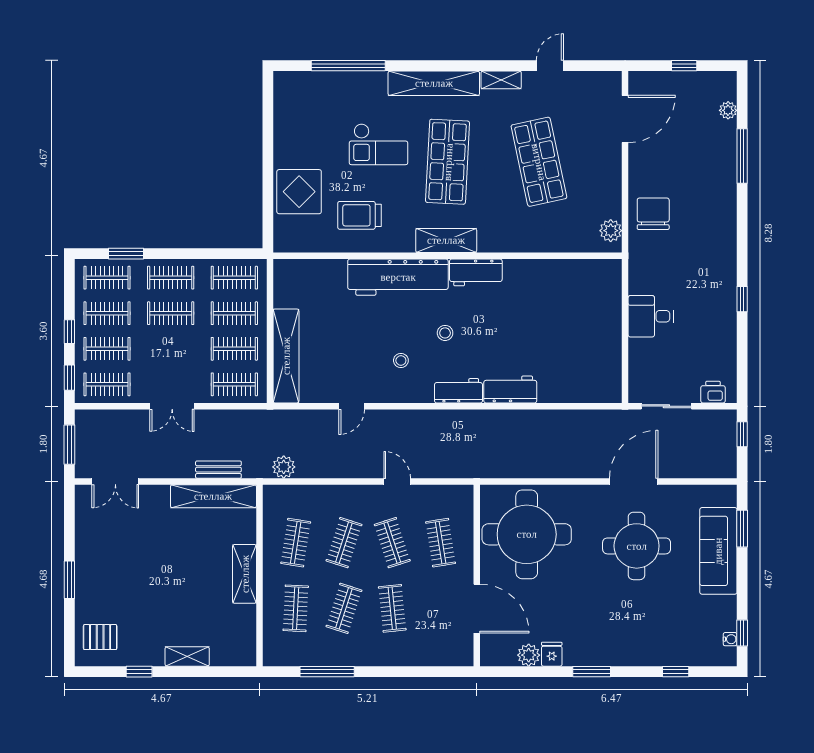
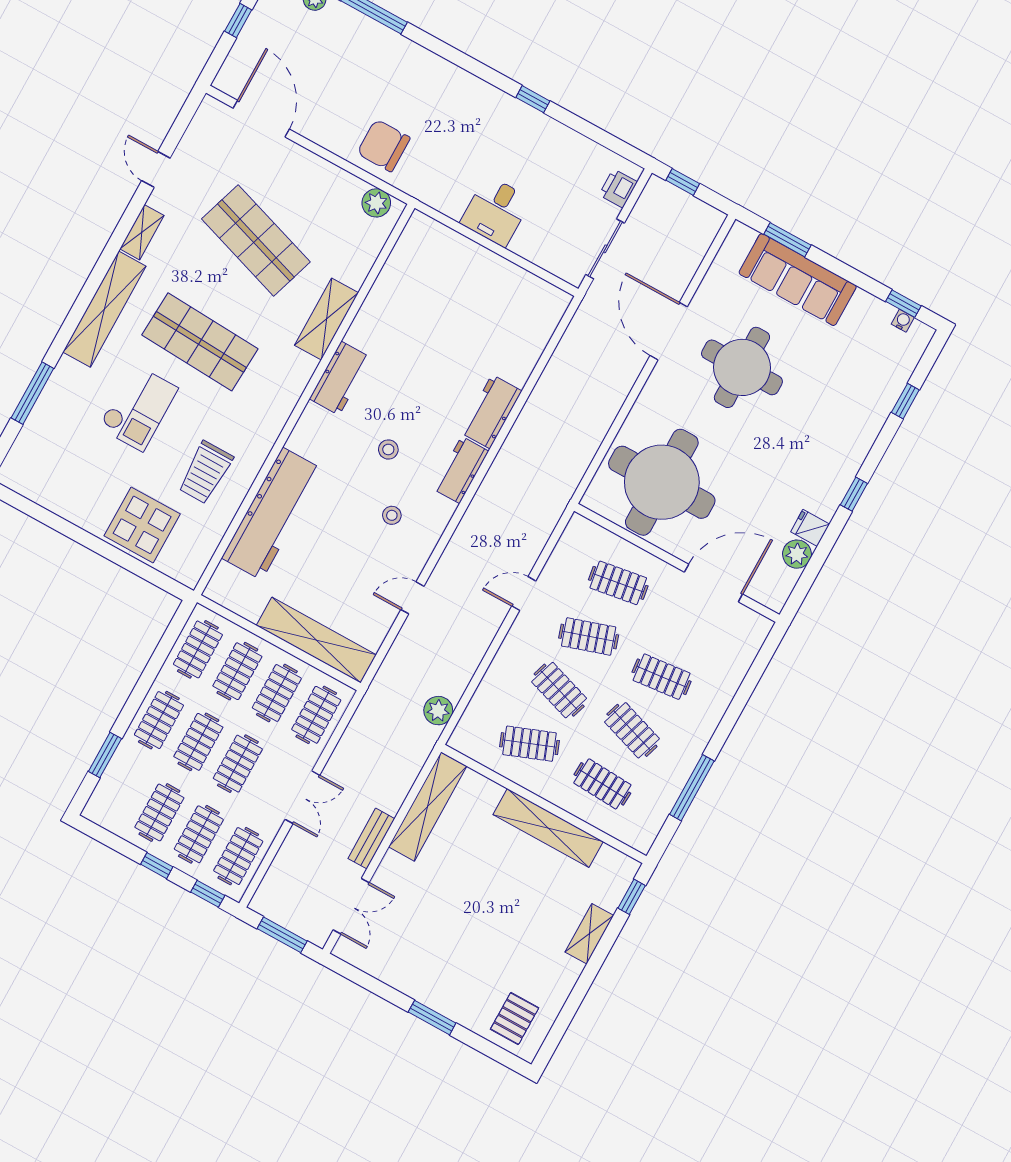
window: (348, 66) -> (32, 393), width x0.68
shop shelf: (539, 162) -> (256, 240), turned 30
shelving: (446, 240) -> (327, 319), moved
workbench: (398, 277) -> (272, 514), moved
clothes rail: (107, 278) -> (238, 764), moved
door: (352, 406) -> (412, 598), swing flipped
bench: (218, 470) -> (371, 839), moved
clothes rail: (296, 543) -> (529, 744), turned -30
shelving: (245, 574) -> (548, 828), width x1.47
window: (139, 672) -> (632, 897), moved
window: (592, 672) -> (854, 494), width x0.67

